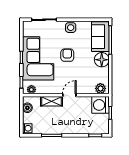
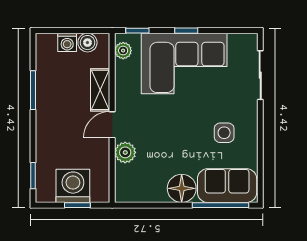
side table: (71, 28) -> (224, 133), moved
armchair: (67, 55) -> (191, 121), removed
plant: (100, 88) -> (125, 152), moved
door: (69, 95) -> (112, 125), swing flipped
washing machine: (100, 105) -> (73, 186), moved
washing machine: (27, 128) -> (67, 42), moved

